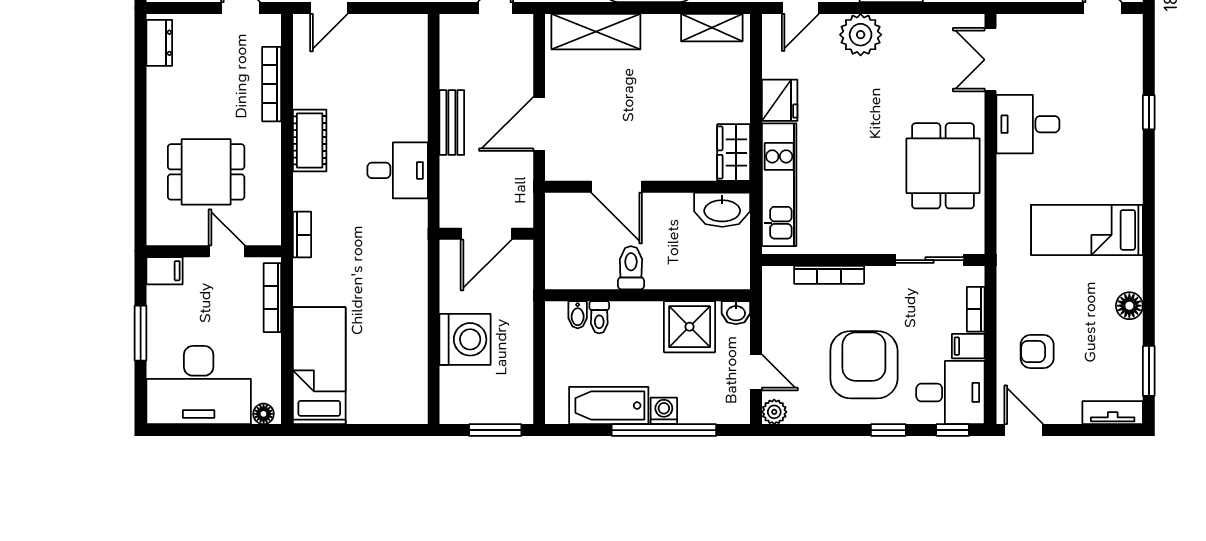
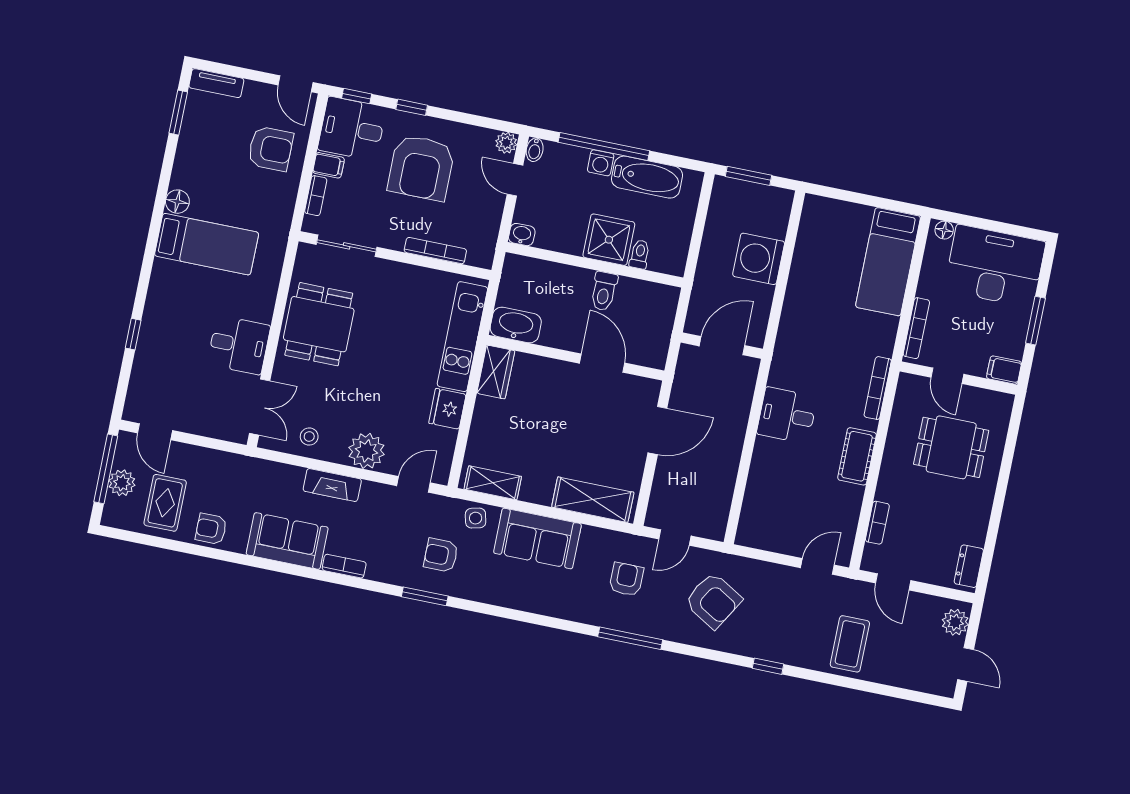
stool: (928, 38) -> (309, 437), added
bookcase: (272, 84) -> (877, 523), width x0.64
bench: (452, 122) -> (732, 447), removed
bookcase: (302, 235) -> (878, 388), width x1.56
floor lamp: (1129, 306) -> (177, 202), moved
bidet: (578, 315) -> (535, 150), moved, turned 180
shower: (690, 327) -> (609, 240), moved
armchair: (1037, 352) -> (271, 149), width x1.38, depth x1.38

